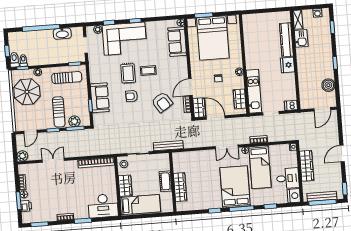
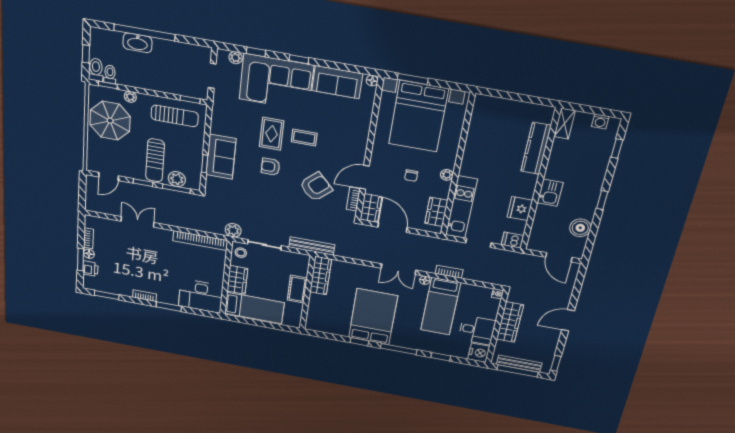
washbasin: (62, 34) -> (138, 43), moved
kitchen sink: (301, 38) -> (550, 193), moved
sofa: (177, 42) -> (337, 82), moved, turned -90
fridge: (287, 65) -> (520, 209), moved
armchair: (162, 102) -> (316, 187), turned -100
door: (322, 109) -> (559, 257), hinge flipped
plant: (22, 156) -> (233, 230), moved
wardrobe: (180, 187) -> (321, 276), moved
bed: (235, 187) -> (373, 317), moved

